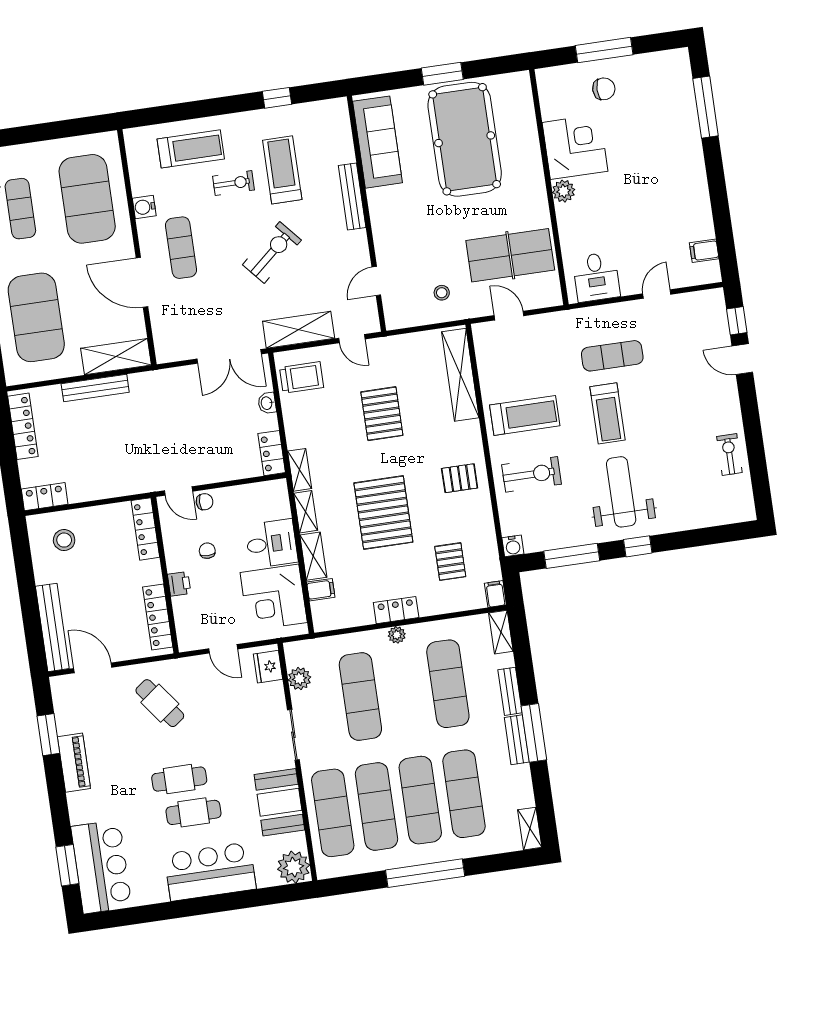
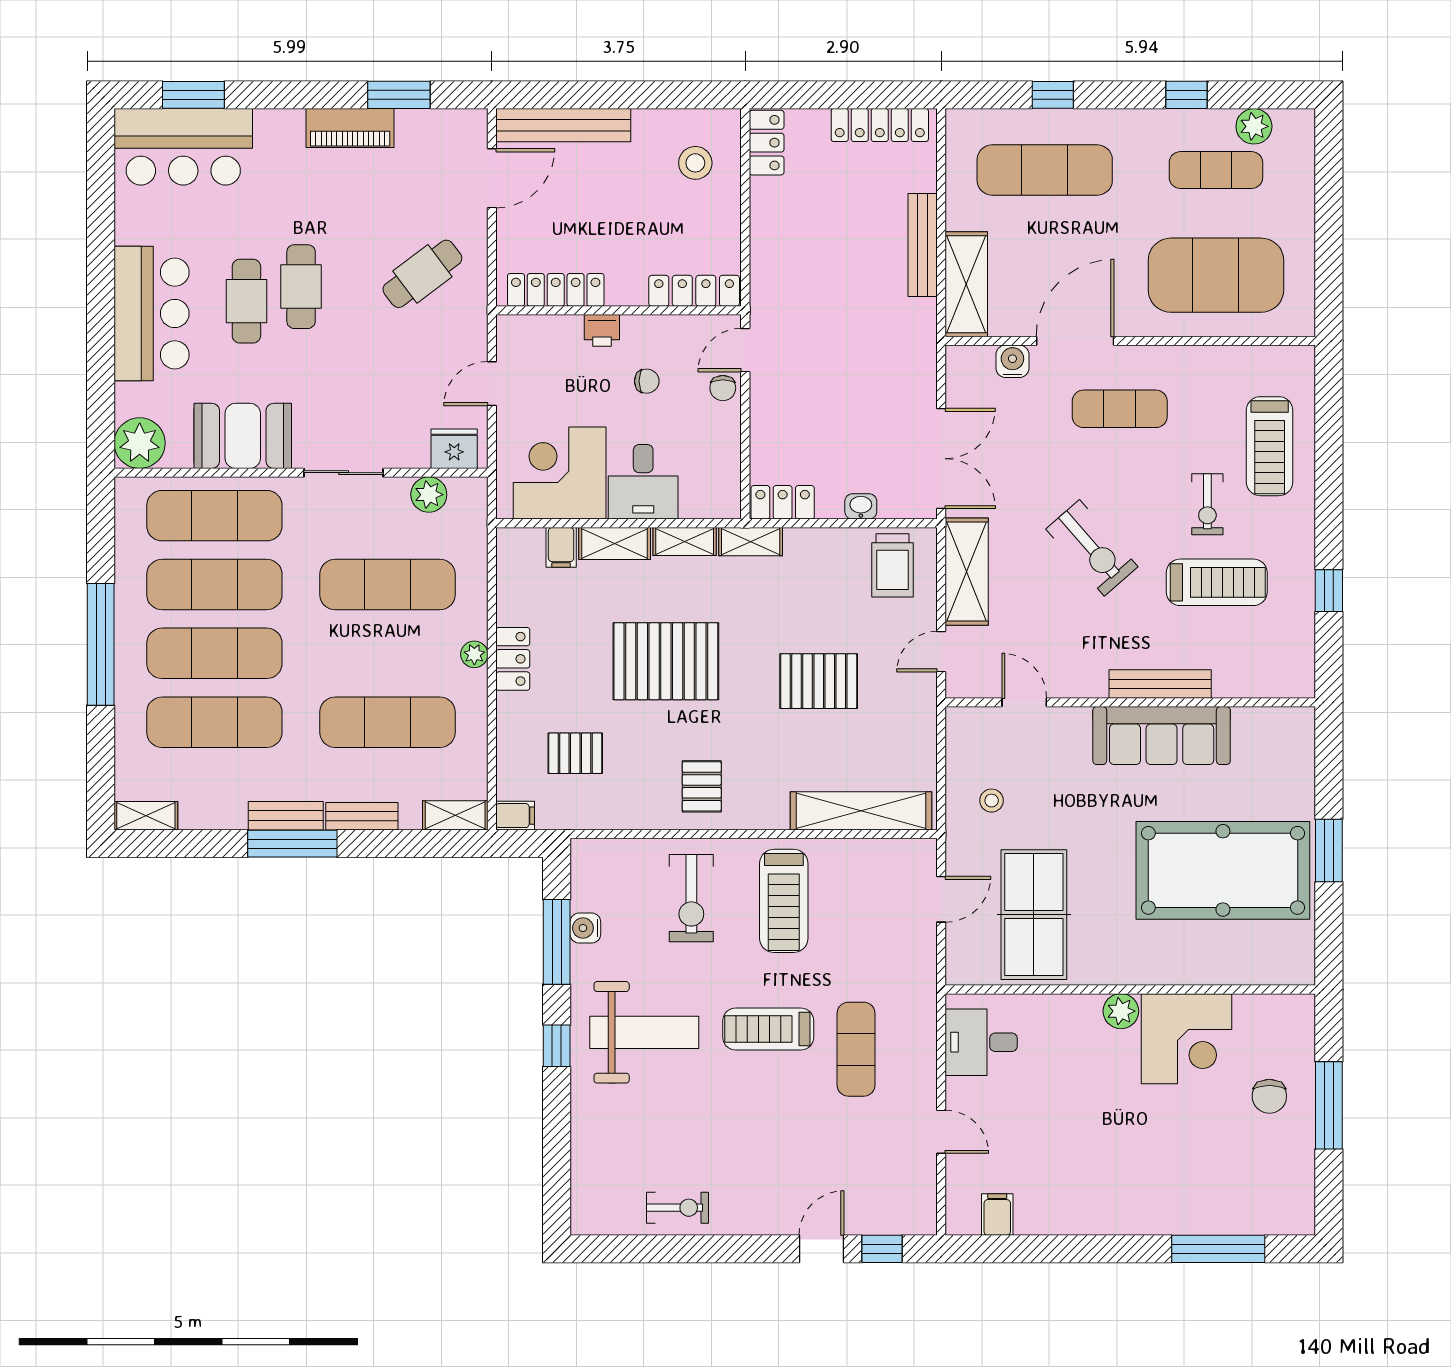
sofa: (378, 142) -> (1162, 736), moved
water cooler: (144, 207) -> (1012, 361), moved
exercise mat: (36, 317) -> (1045, 170), width x0.68
double door: (229, 356) -> (941, 459), swing flipped
water cooler: (513, 546) -> (585, 928), moved

